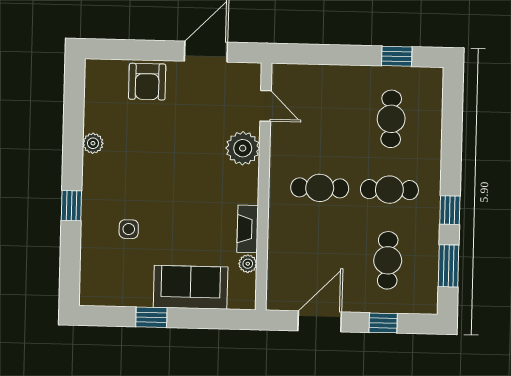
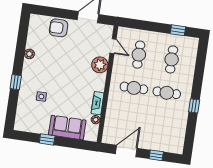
armchair: (147, 82) -> (59, 28), turned 90
cafe table: (388, 260) -> (139, 55), moved
window: (449, 266) -> (190, 132), removed

